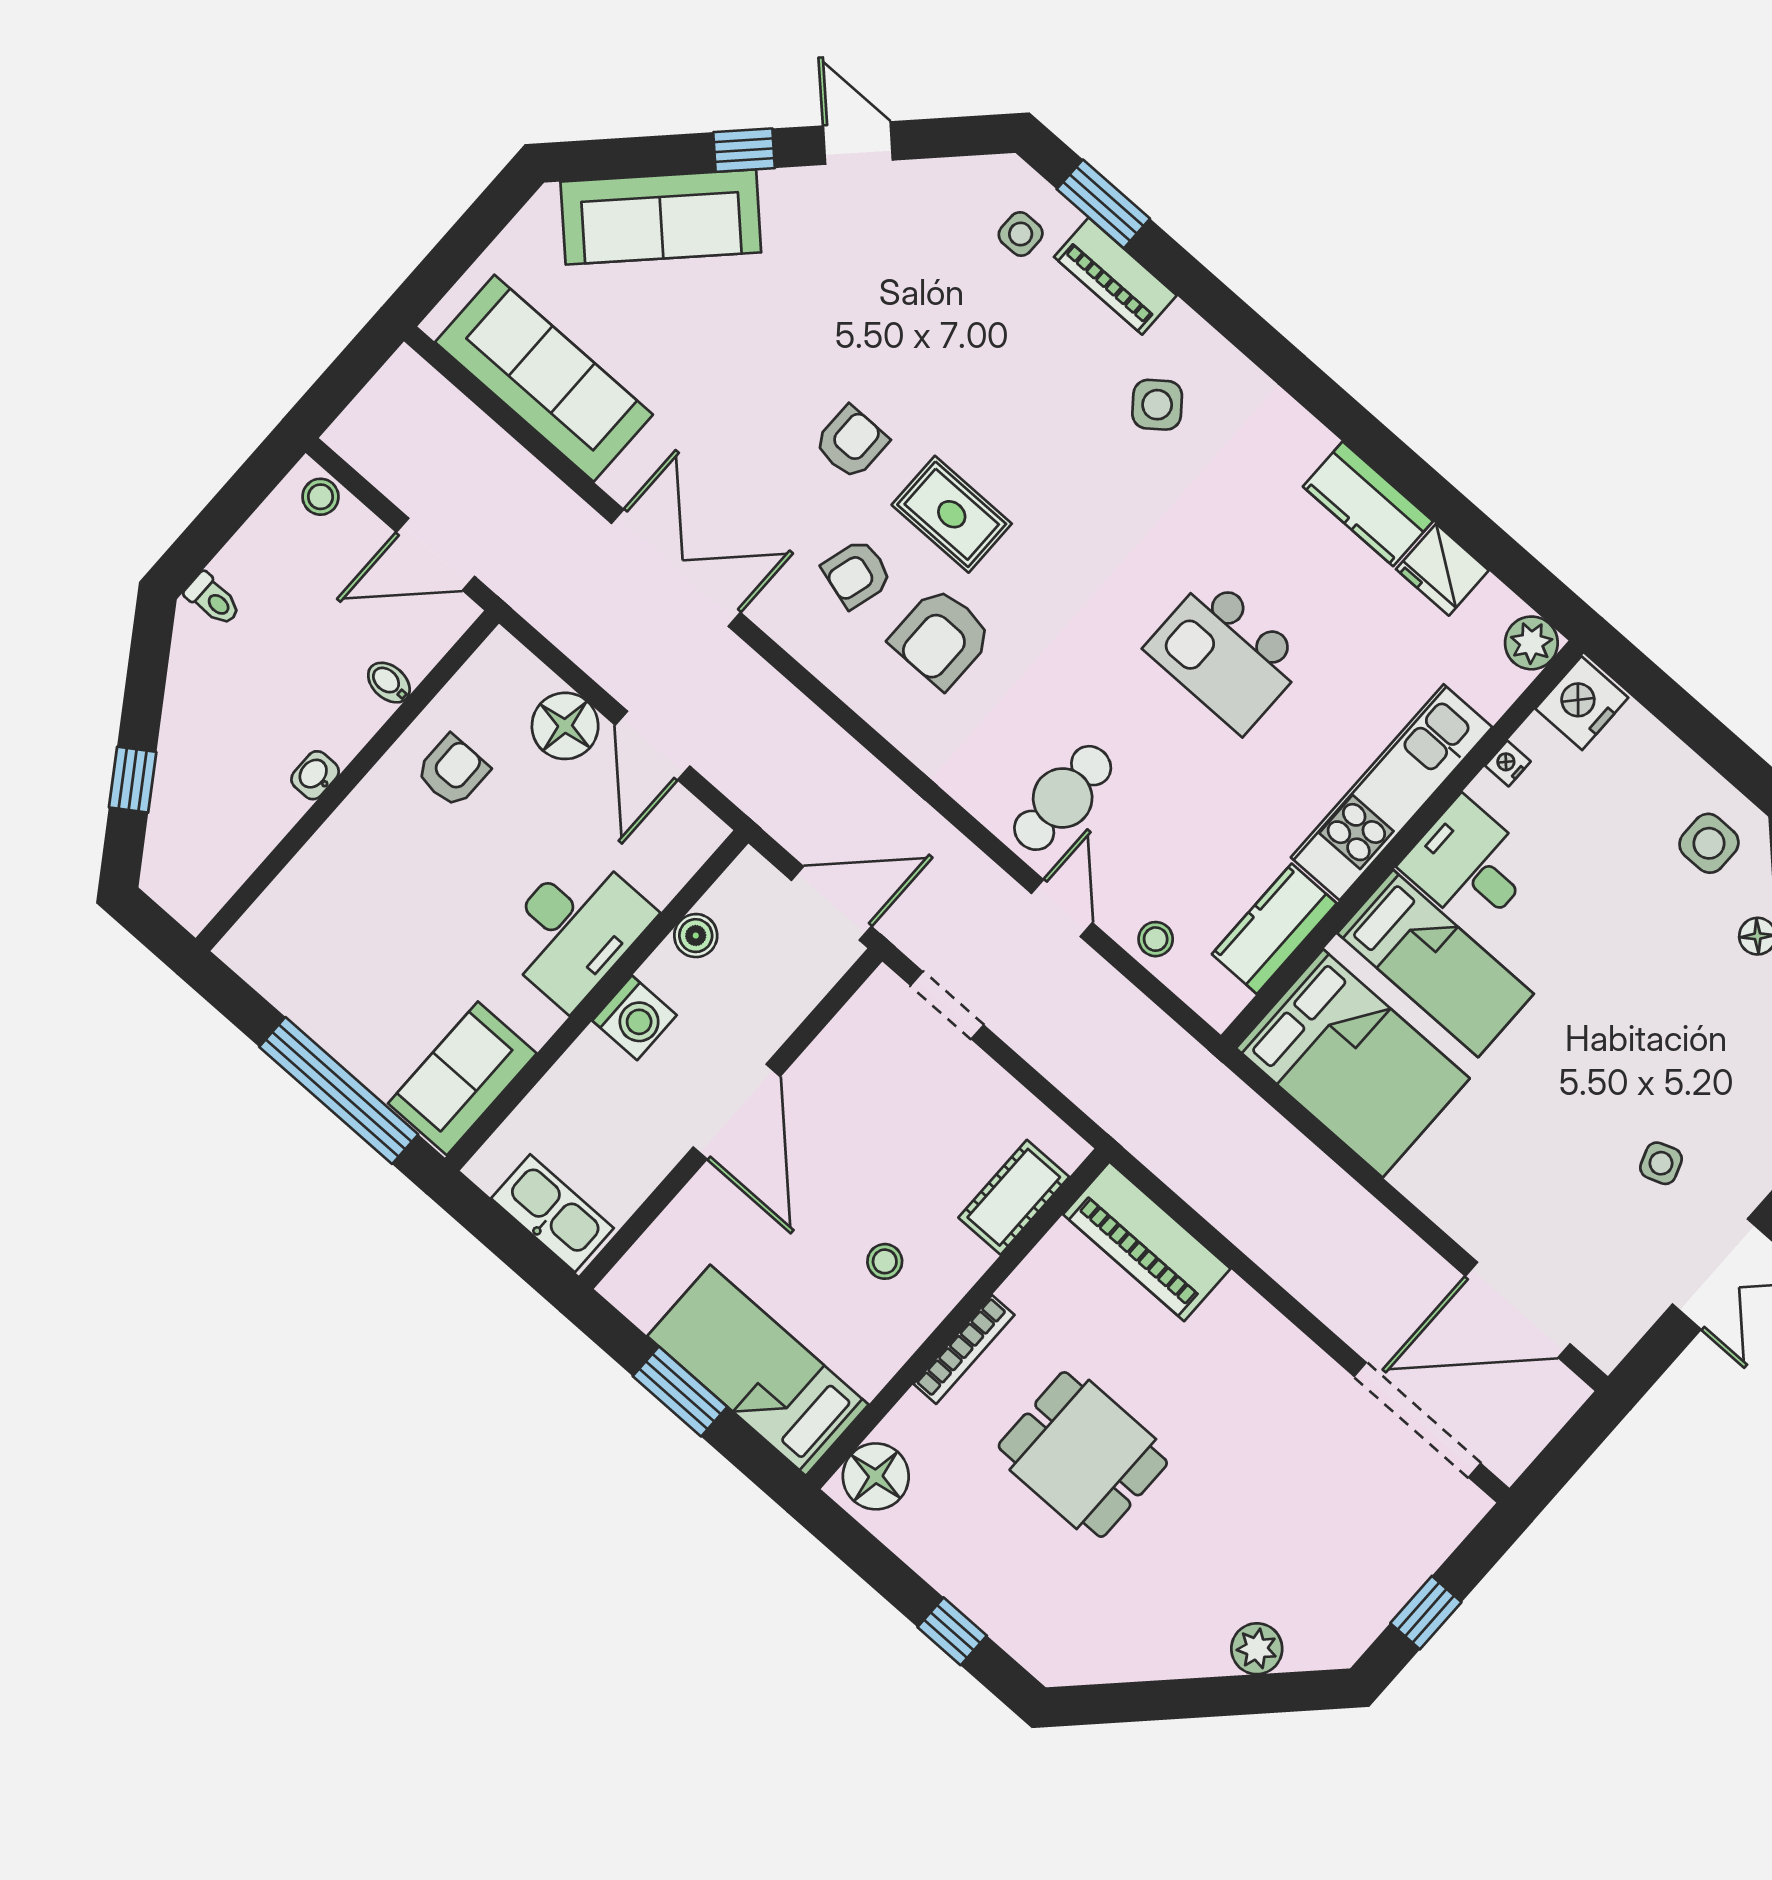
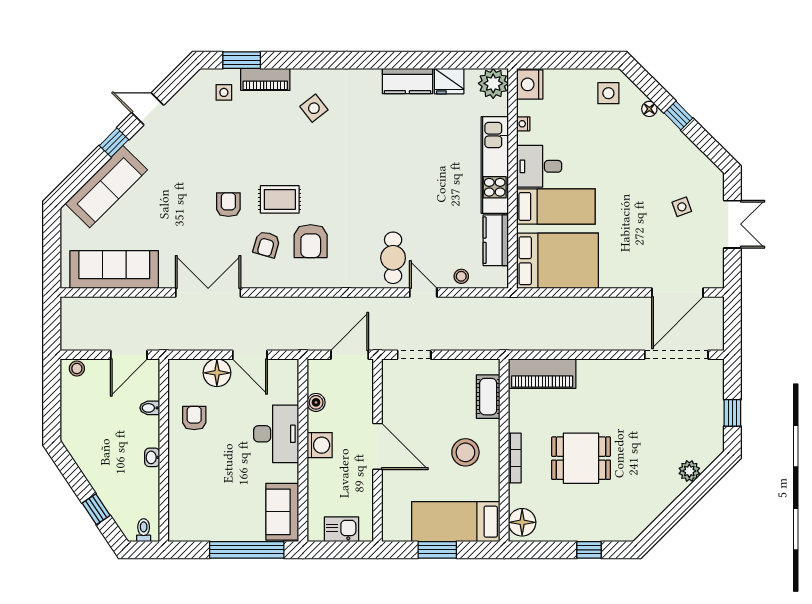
toilet: (213, 599) -> (144, 530), moved, turned -90
plant: (1531, 643) -> (493, 83), width x1.36, depth x1.36
kitchen island: (1226, 655) -> (405, 168), removed
kitchen sink: (552, 1213) -> (341, 529), width x0.73
stool: (885, 1261) -> (465, 452), width x1.89, depth x1.89

